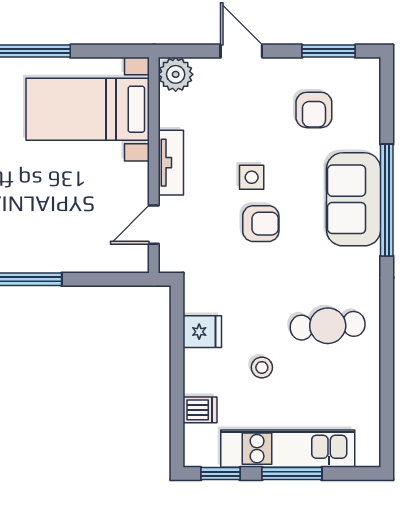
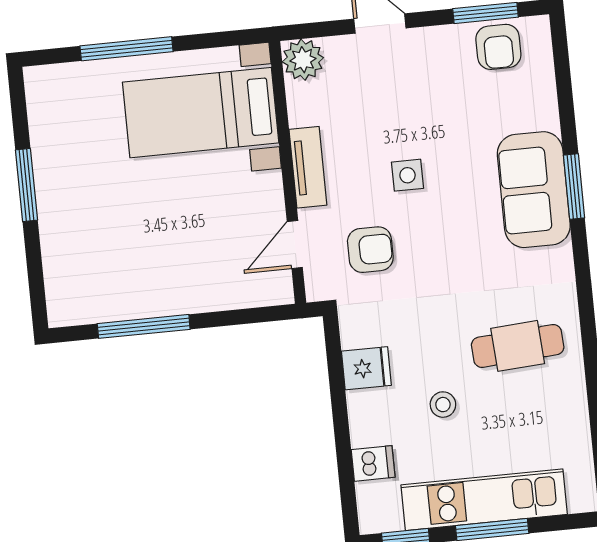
armchair: (314, 110) -> (498, 47), moved
window: (387, 200) -> (574, 187), width x0.47
armchair: (261, 224) -> (370, 250), moved

